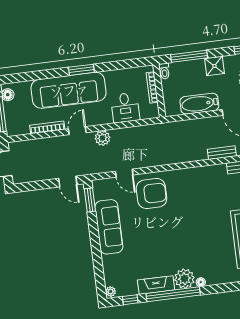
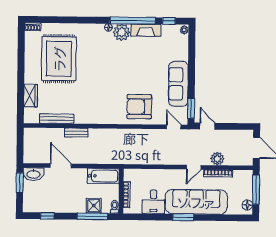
shower: (214, 66) -> (94, 206), moved
bathtub: (199, 104) -> (103, 176), moved
desk: (125, 108) -> (153, 202), moved, turned 180
plant: (102, 138) -> (217, 159), moved
door: (124, 173) -> (174, 127), moved

